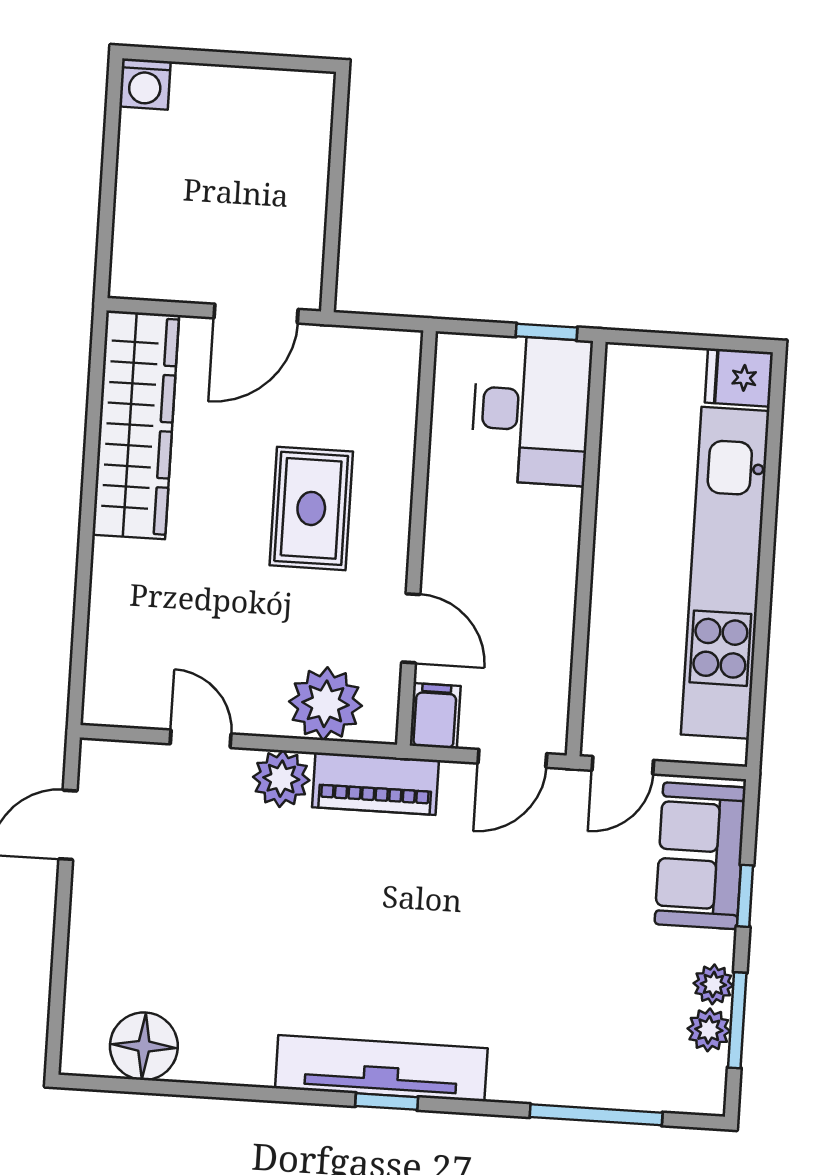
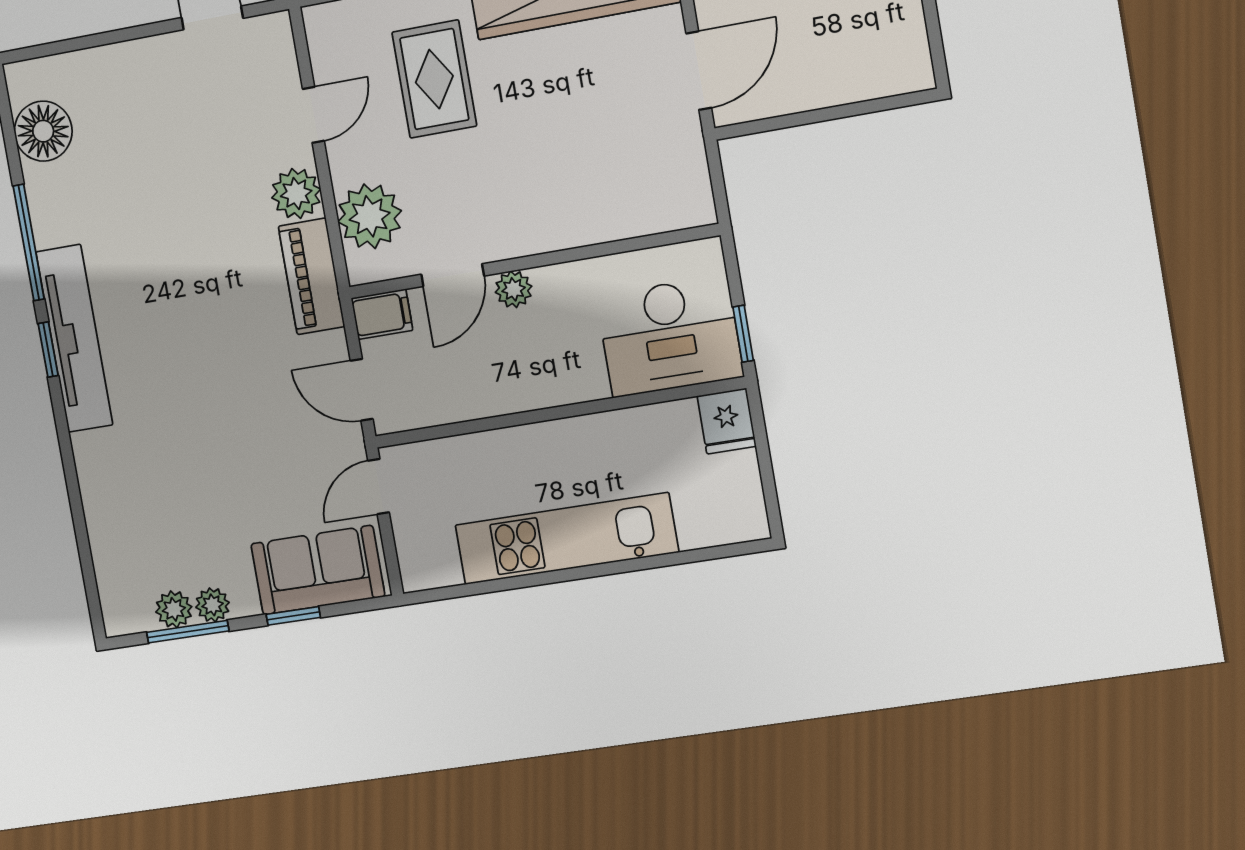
door: (256, 314) -> (699, 71), swing flipped
fridge: (739, 378) -> (727, 421), moved, turned 180
rug: (311, 508) -> (434, 79), moved, turned 90
plant: (442, 566) -> (514, 289), added
kitchen unit: (725, 573) -> (566, 539), width x0.73
door: (623, 765) -> (379, 487), hinge flipped
window: (596, 1115) -> (29, 242), moved

